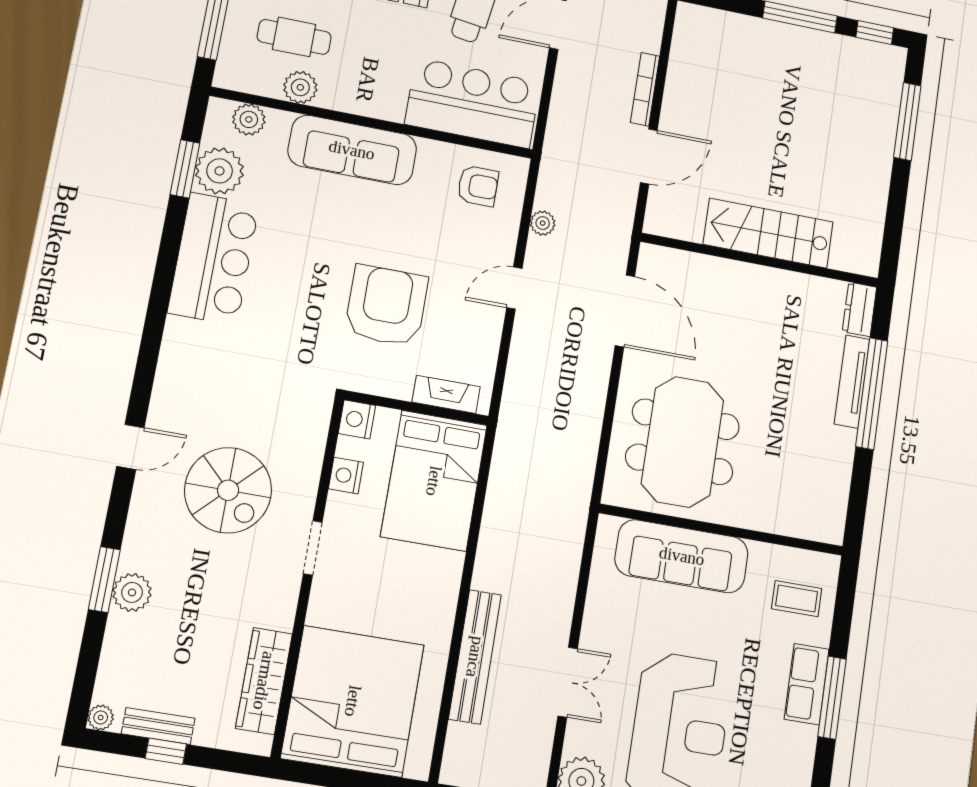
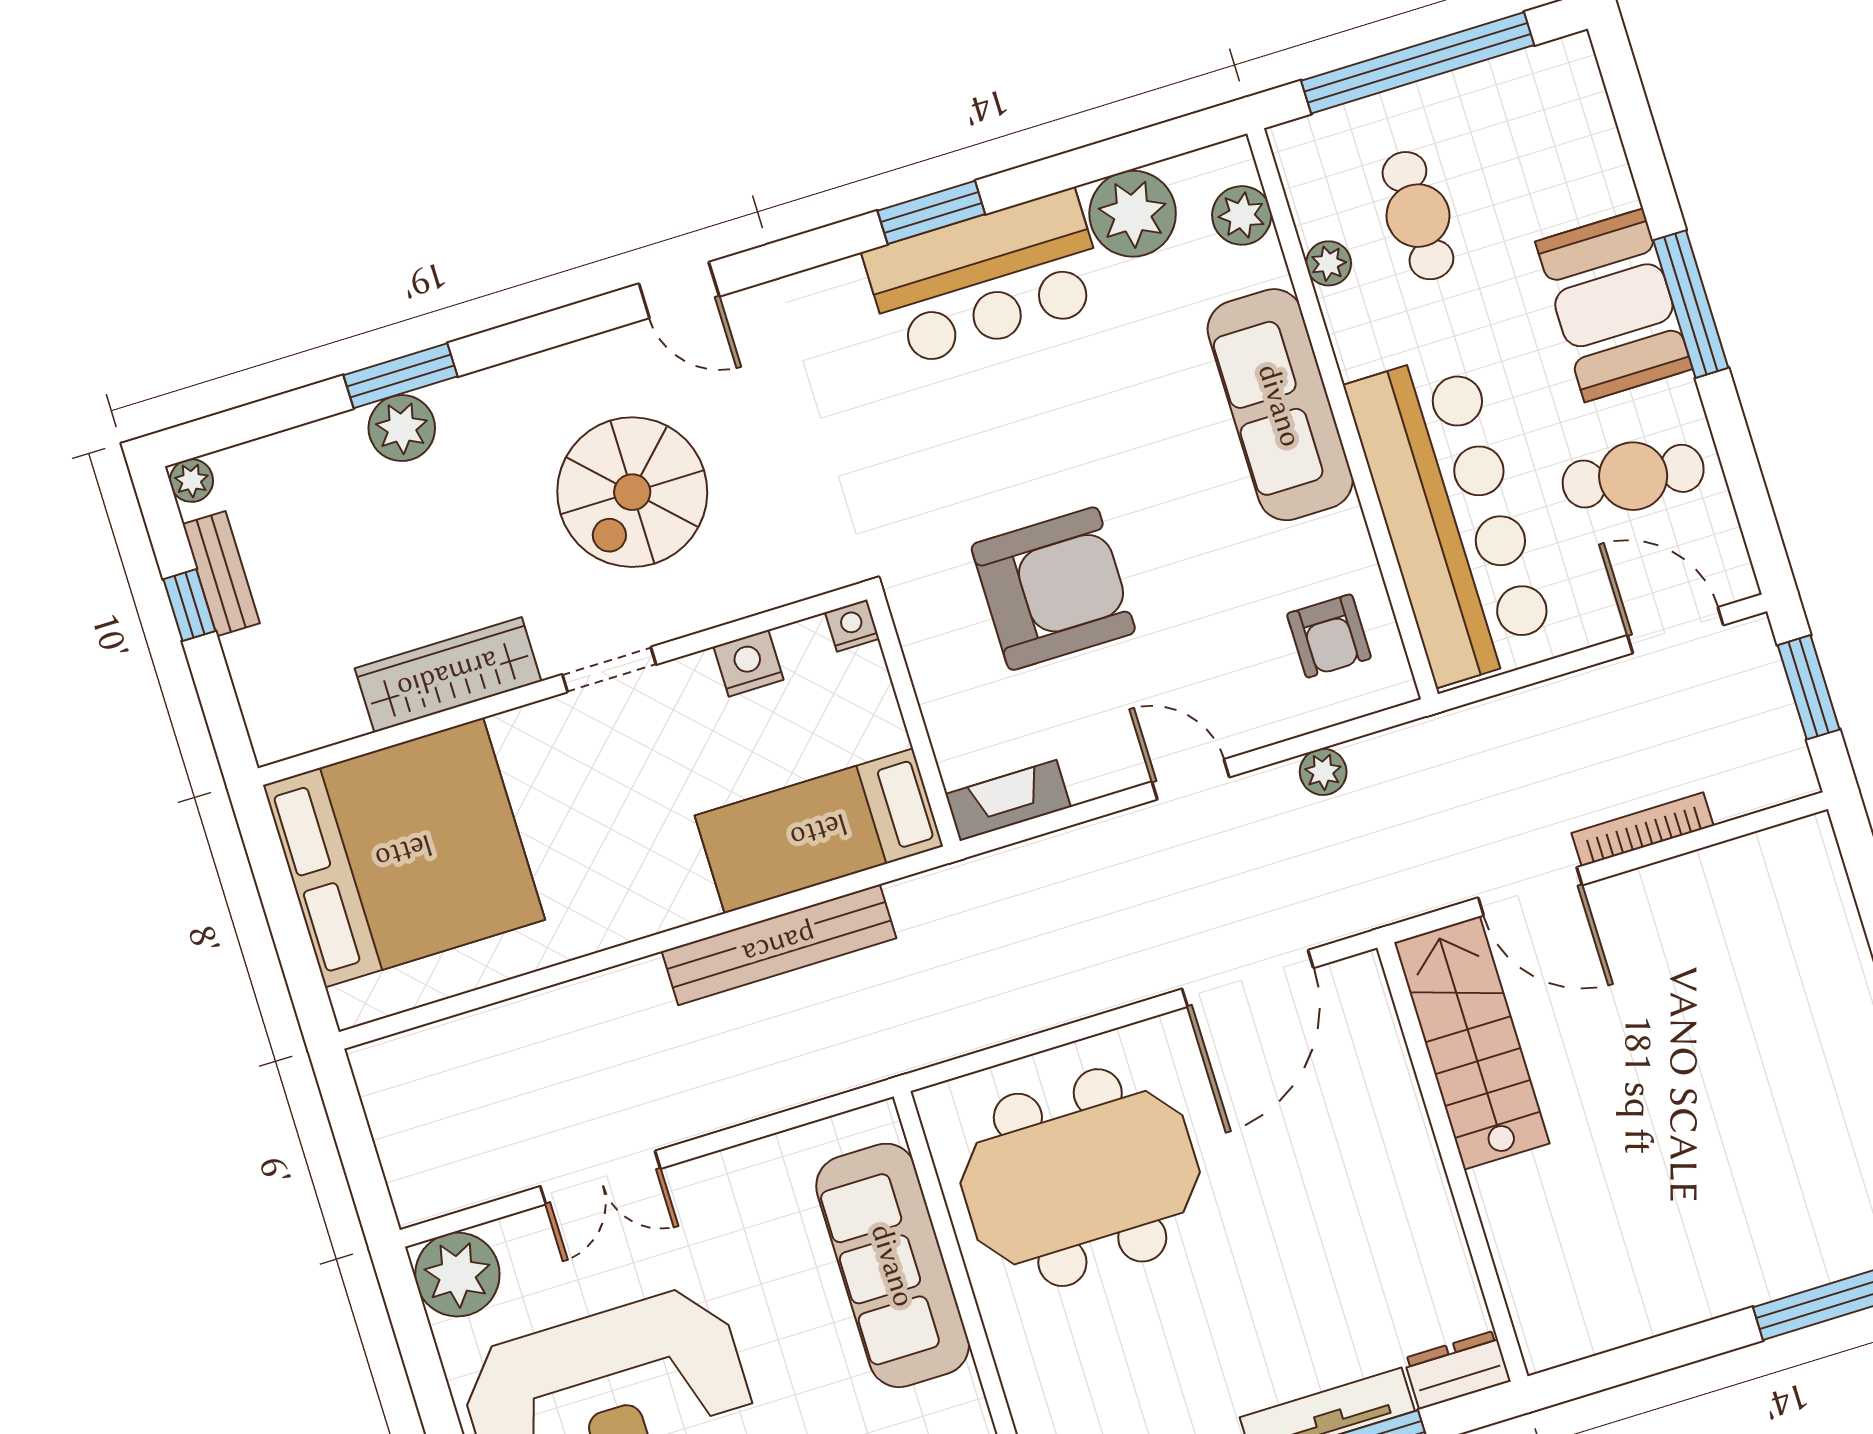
plant: (300, 87) -> (1329, 263), width x0.73, depth x0.73
bar counter: (473, 103) -> (1451, 518), width x1.36
window: (185, 169) -> (931, 212), moved
stairs: (768, 233) -> (1472, 1043), moved
fireplace: (446, 394) -> (1008, 800), moved, turned -90
nightstand: (357, 419) -> (852, 626), width x0.72, depth x0.74
door: (130, 447) -> (679, 290), moved
bed: (434, 481) -> (819, 831), width x0.67
bench: (475, 657) -> (779, 945), moved
wardrobe: (264, 681) -> (448, 675), moved

